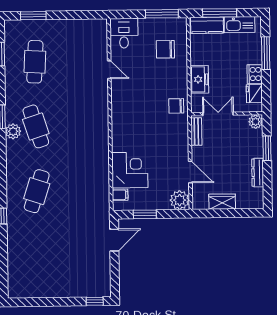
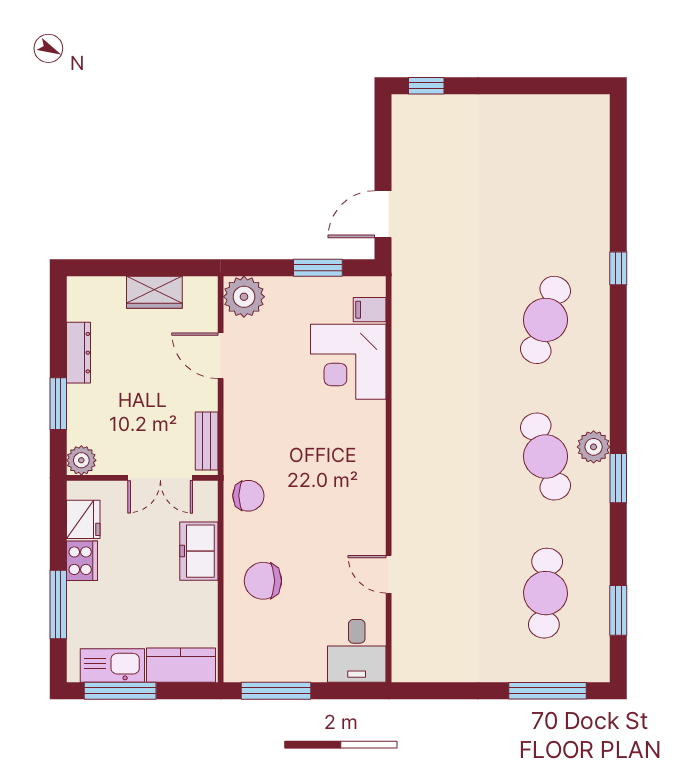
window: (220, 13) -> (120, 691), moved
window: (33, 16) -> (548, 691), width x1.44
chair: (165, 49) -> (263, 581), moved, turned 180

